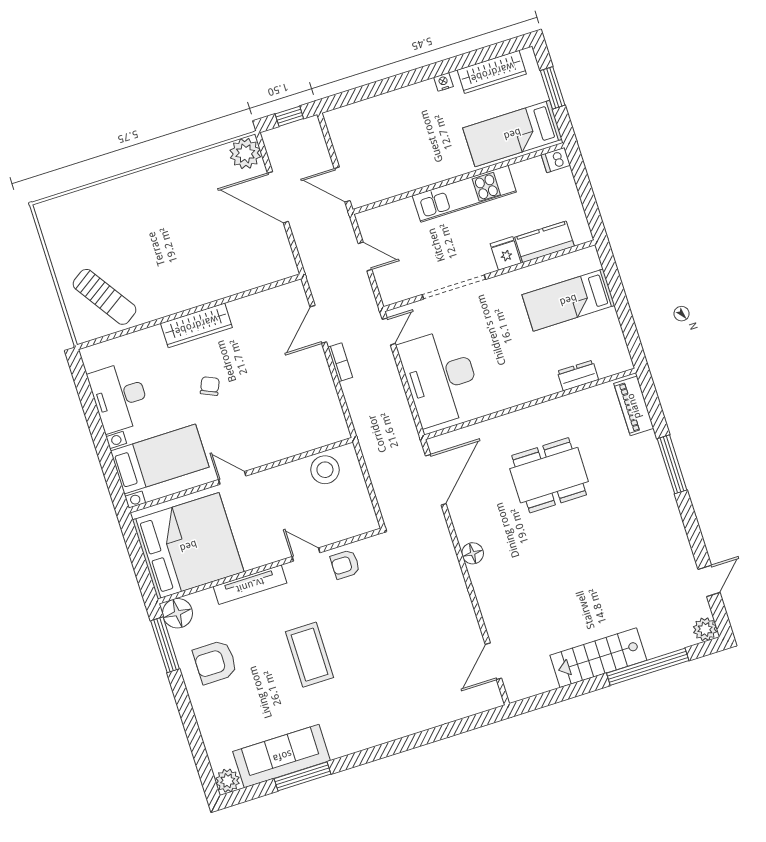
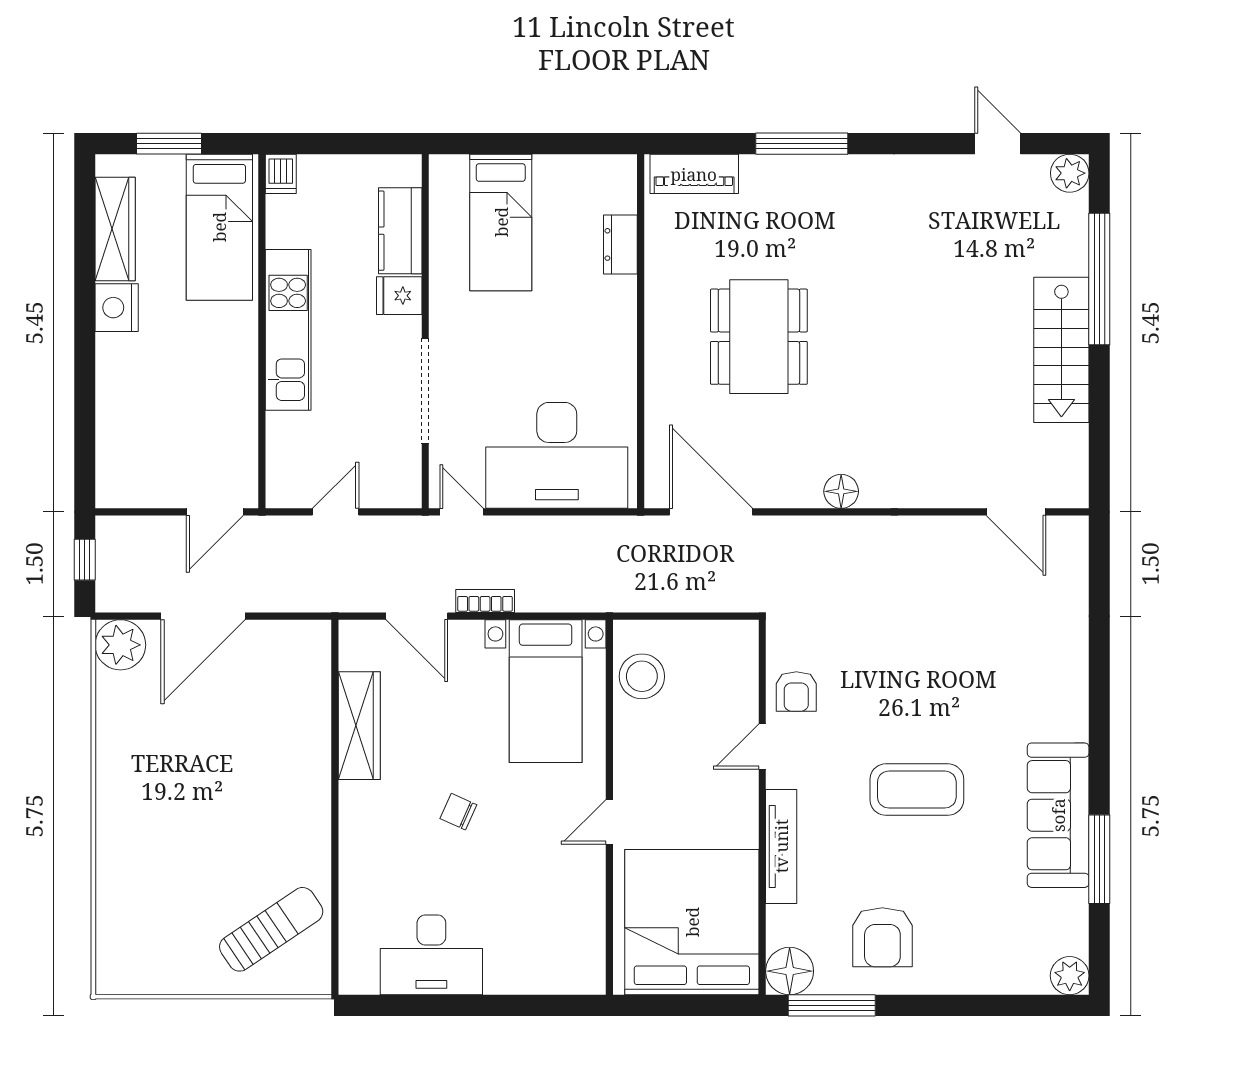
nightstand: (443, 82) -> (117, 308), width x1.89, depth x1.79
wardrobe: (196, 325) -> (359, 726), moved
bed with nightstands: (160, 459) -> (546, 691), moved, turned 180
sofa: (282, 756) -> (1058, 815), moved

